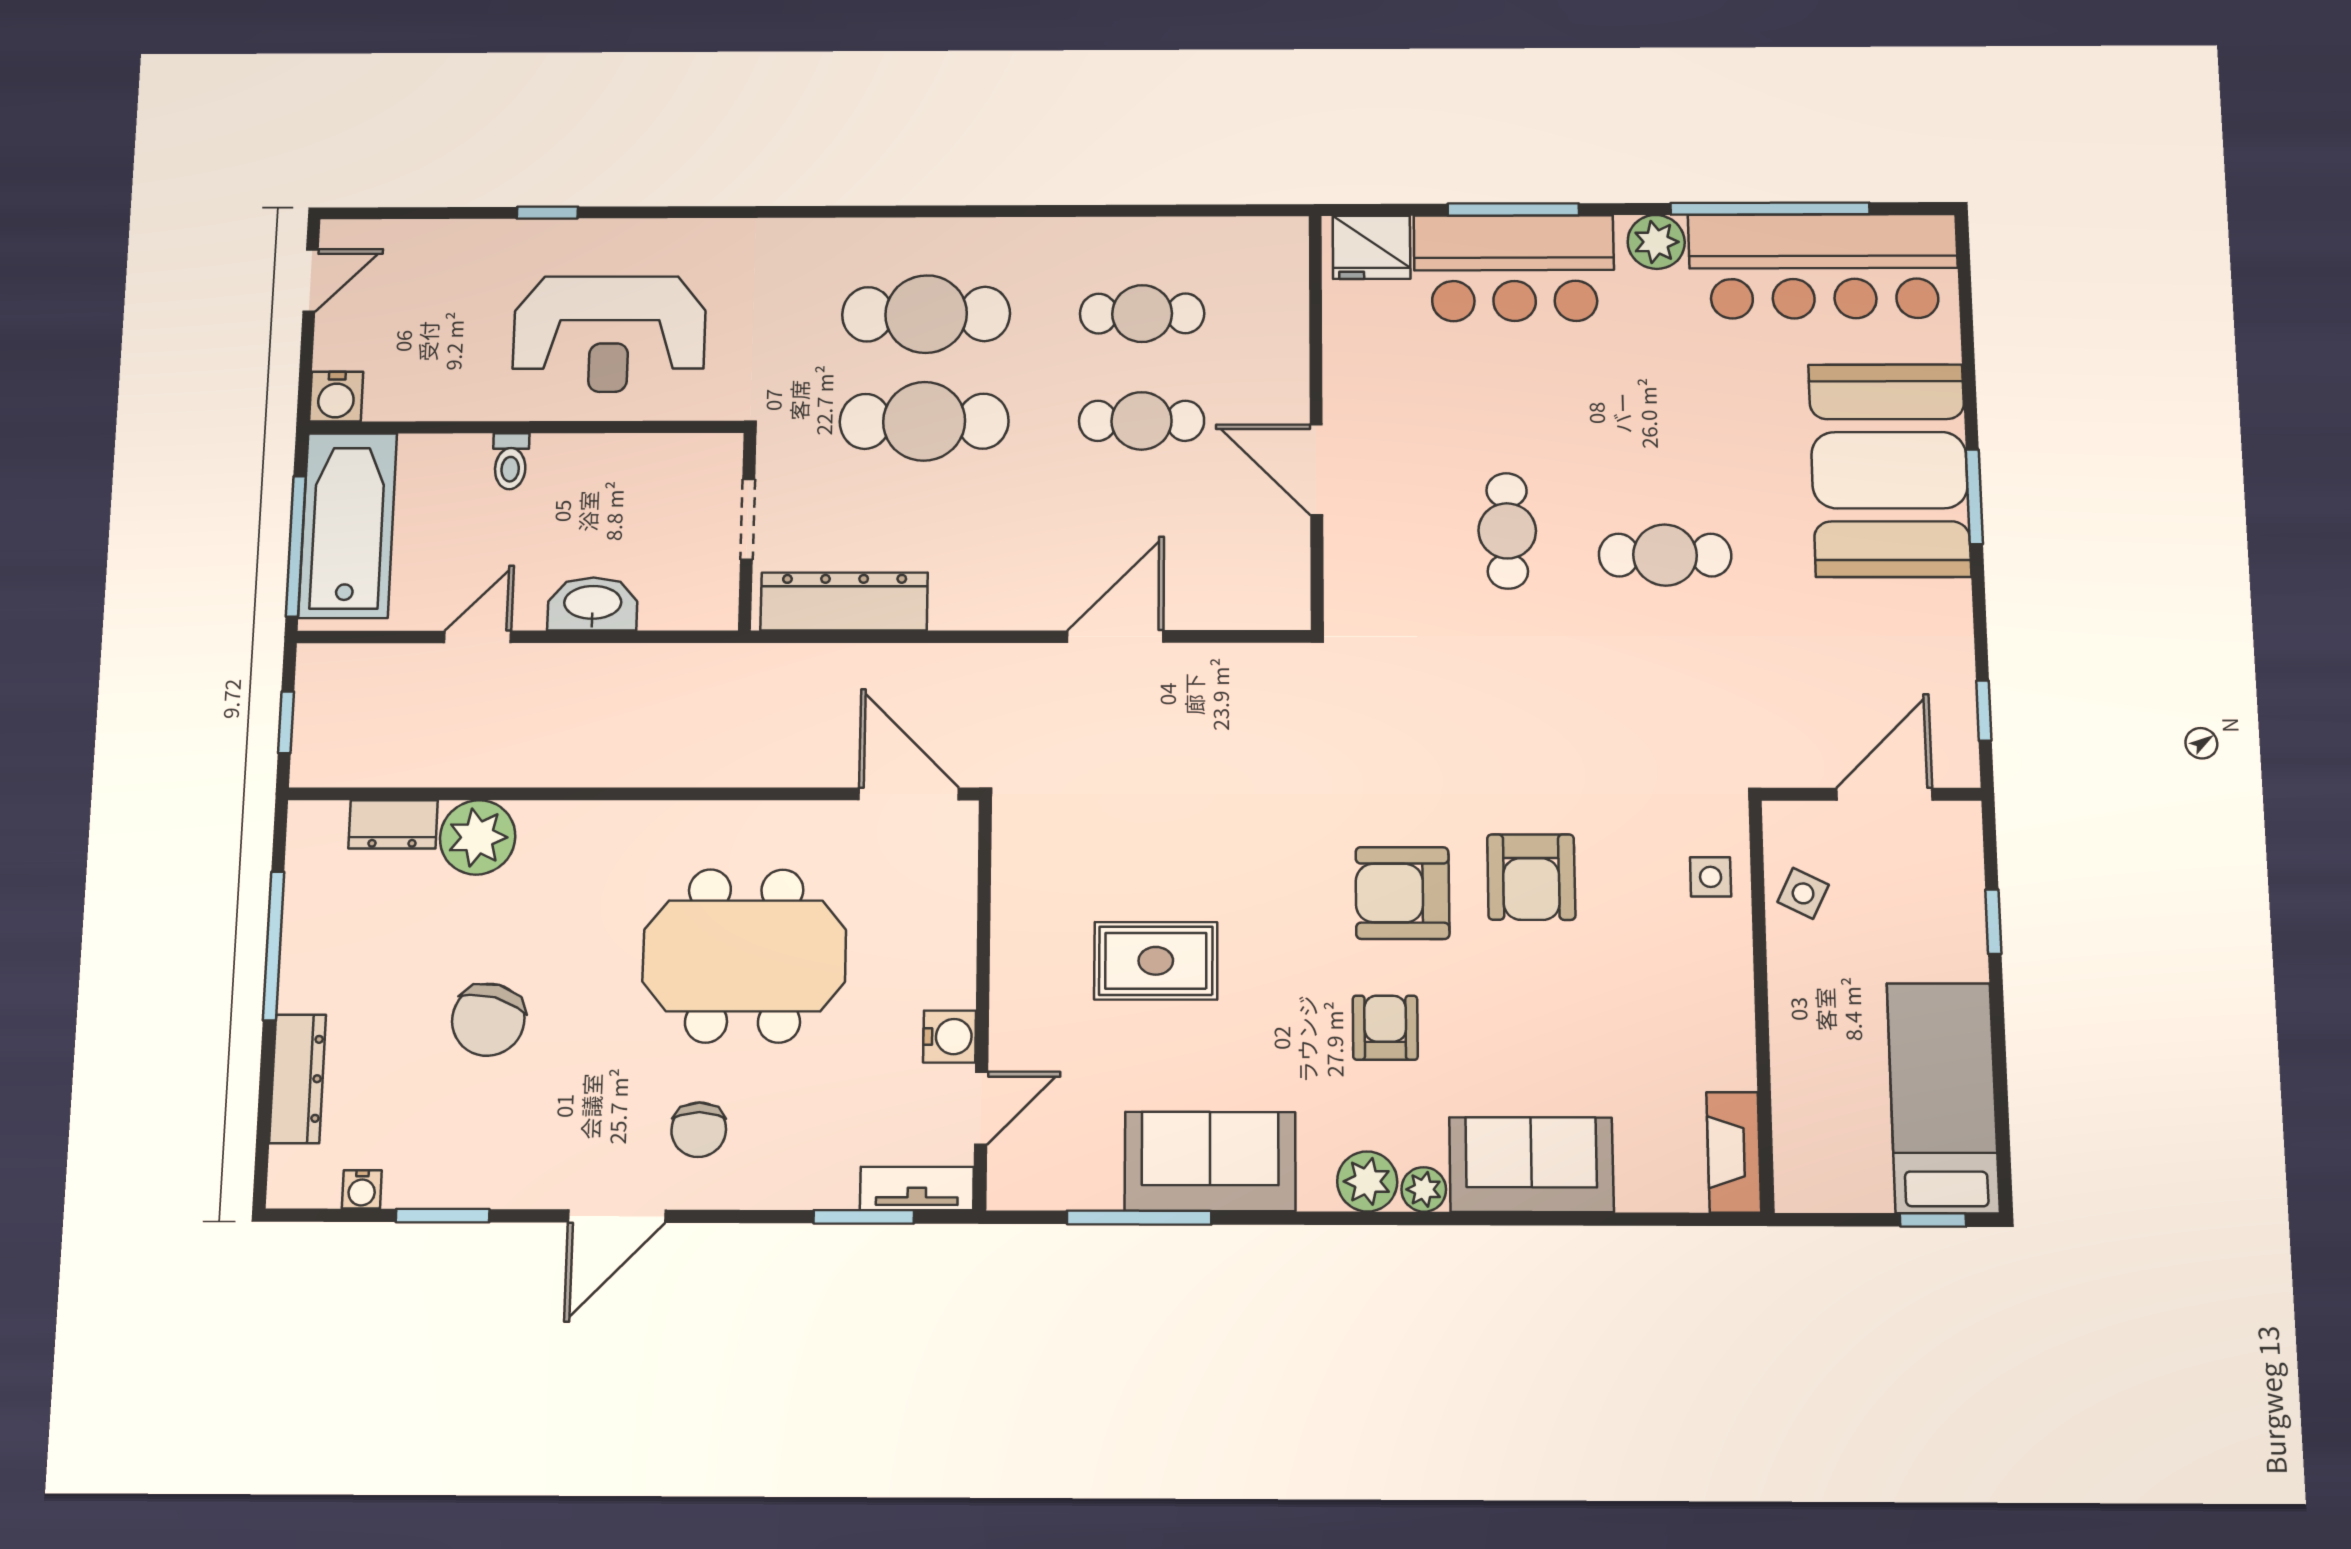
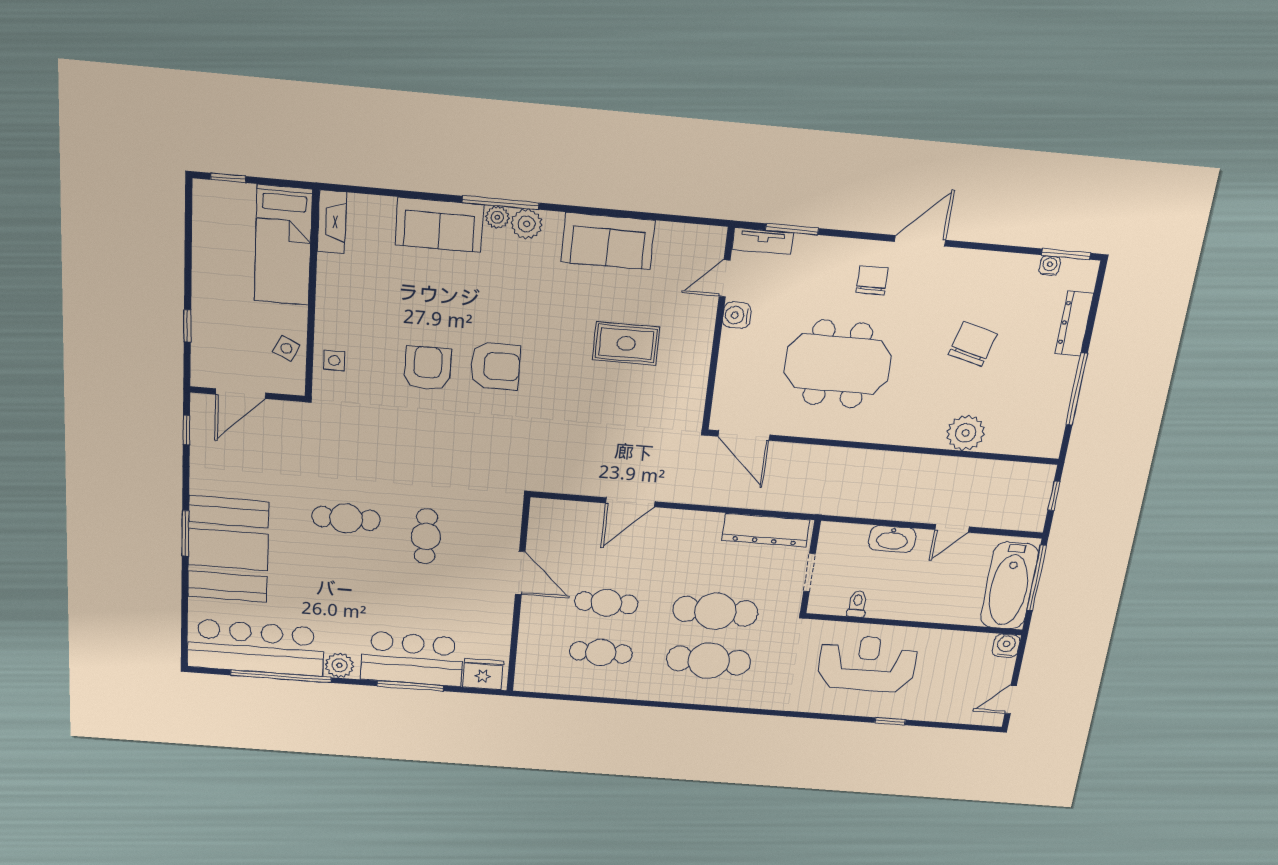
toilet: (510, 461) -> (857, 604), moved
dresser: (393, 824) -> (1007, 443), removed
armchair: (1385, 1028) -> (510, 300), removed
bed: (1943, 1098) -> (283, 245), moved
window: (443, 1216) -> (1066, 254), moved
window: (1139, 1218) -> (501, 203), moved

